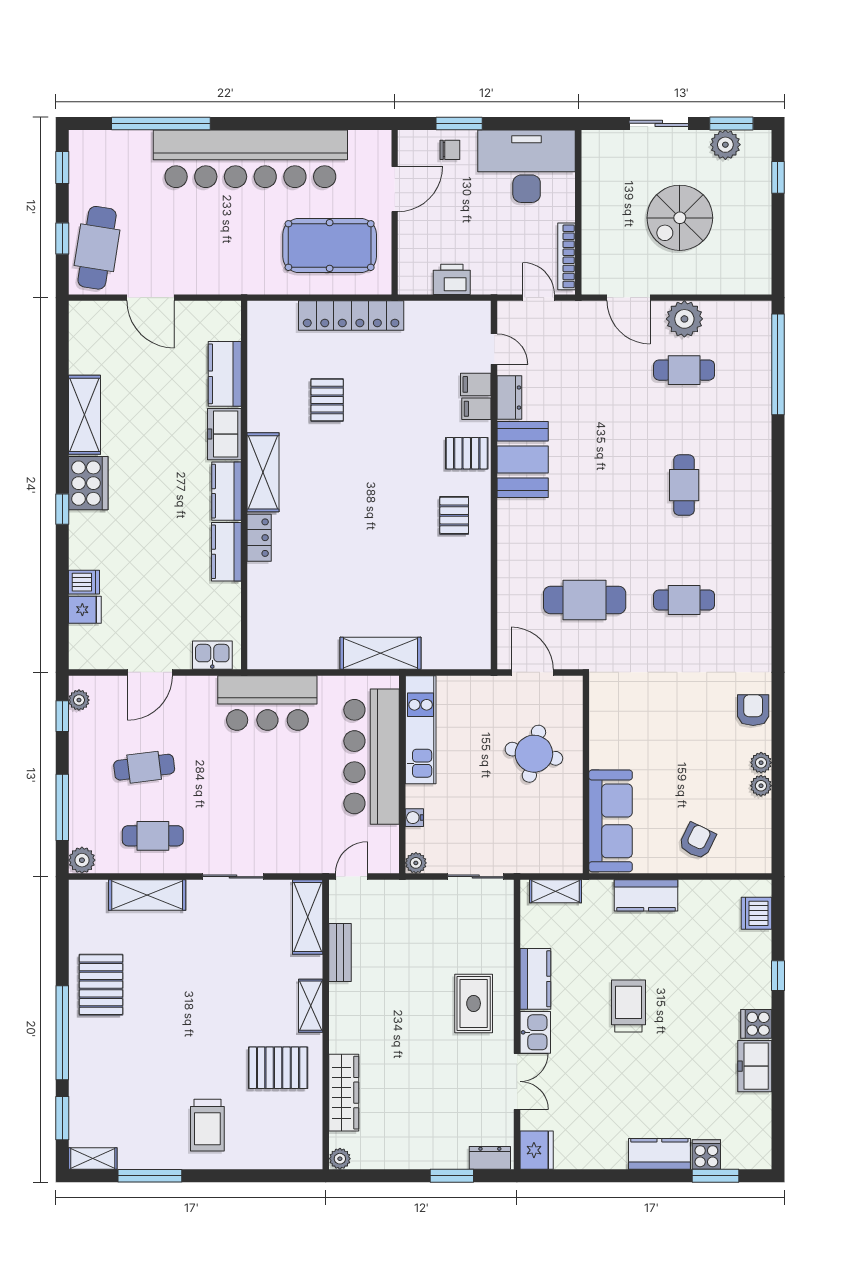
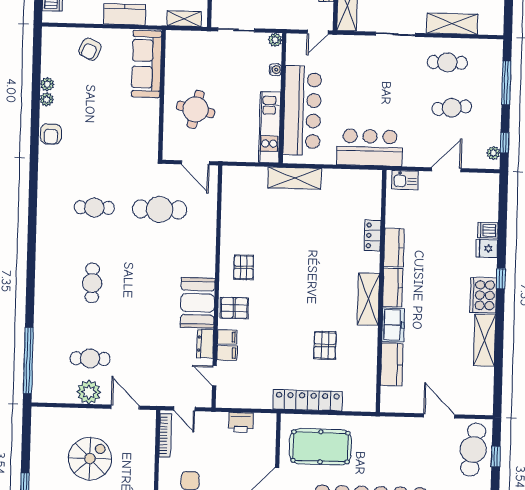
locker: (259, 538) -> (373, 235), moved
fridge: (85, 610) -> (487, 248), moved
plant: (82, 860) -> (494, 48), removed

